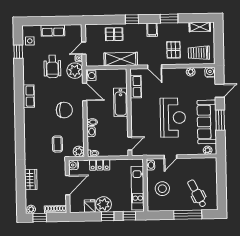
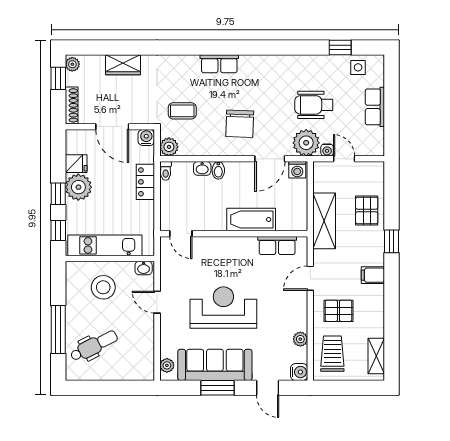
window: (169, 19) -> (391, 304), removed
row of seats: (29, 96) -> (219, 64), moved
reception desk: (173, 118) -> (223, 308), turned 180

